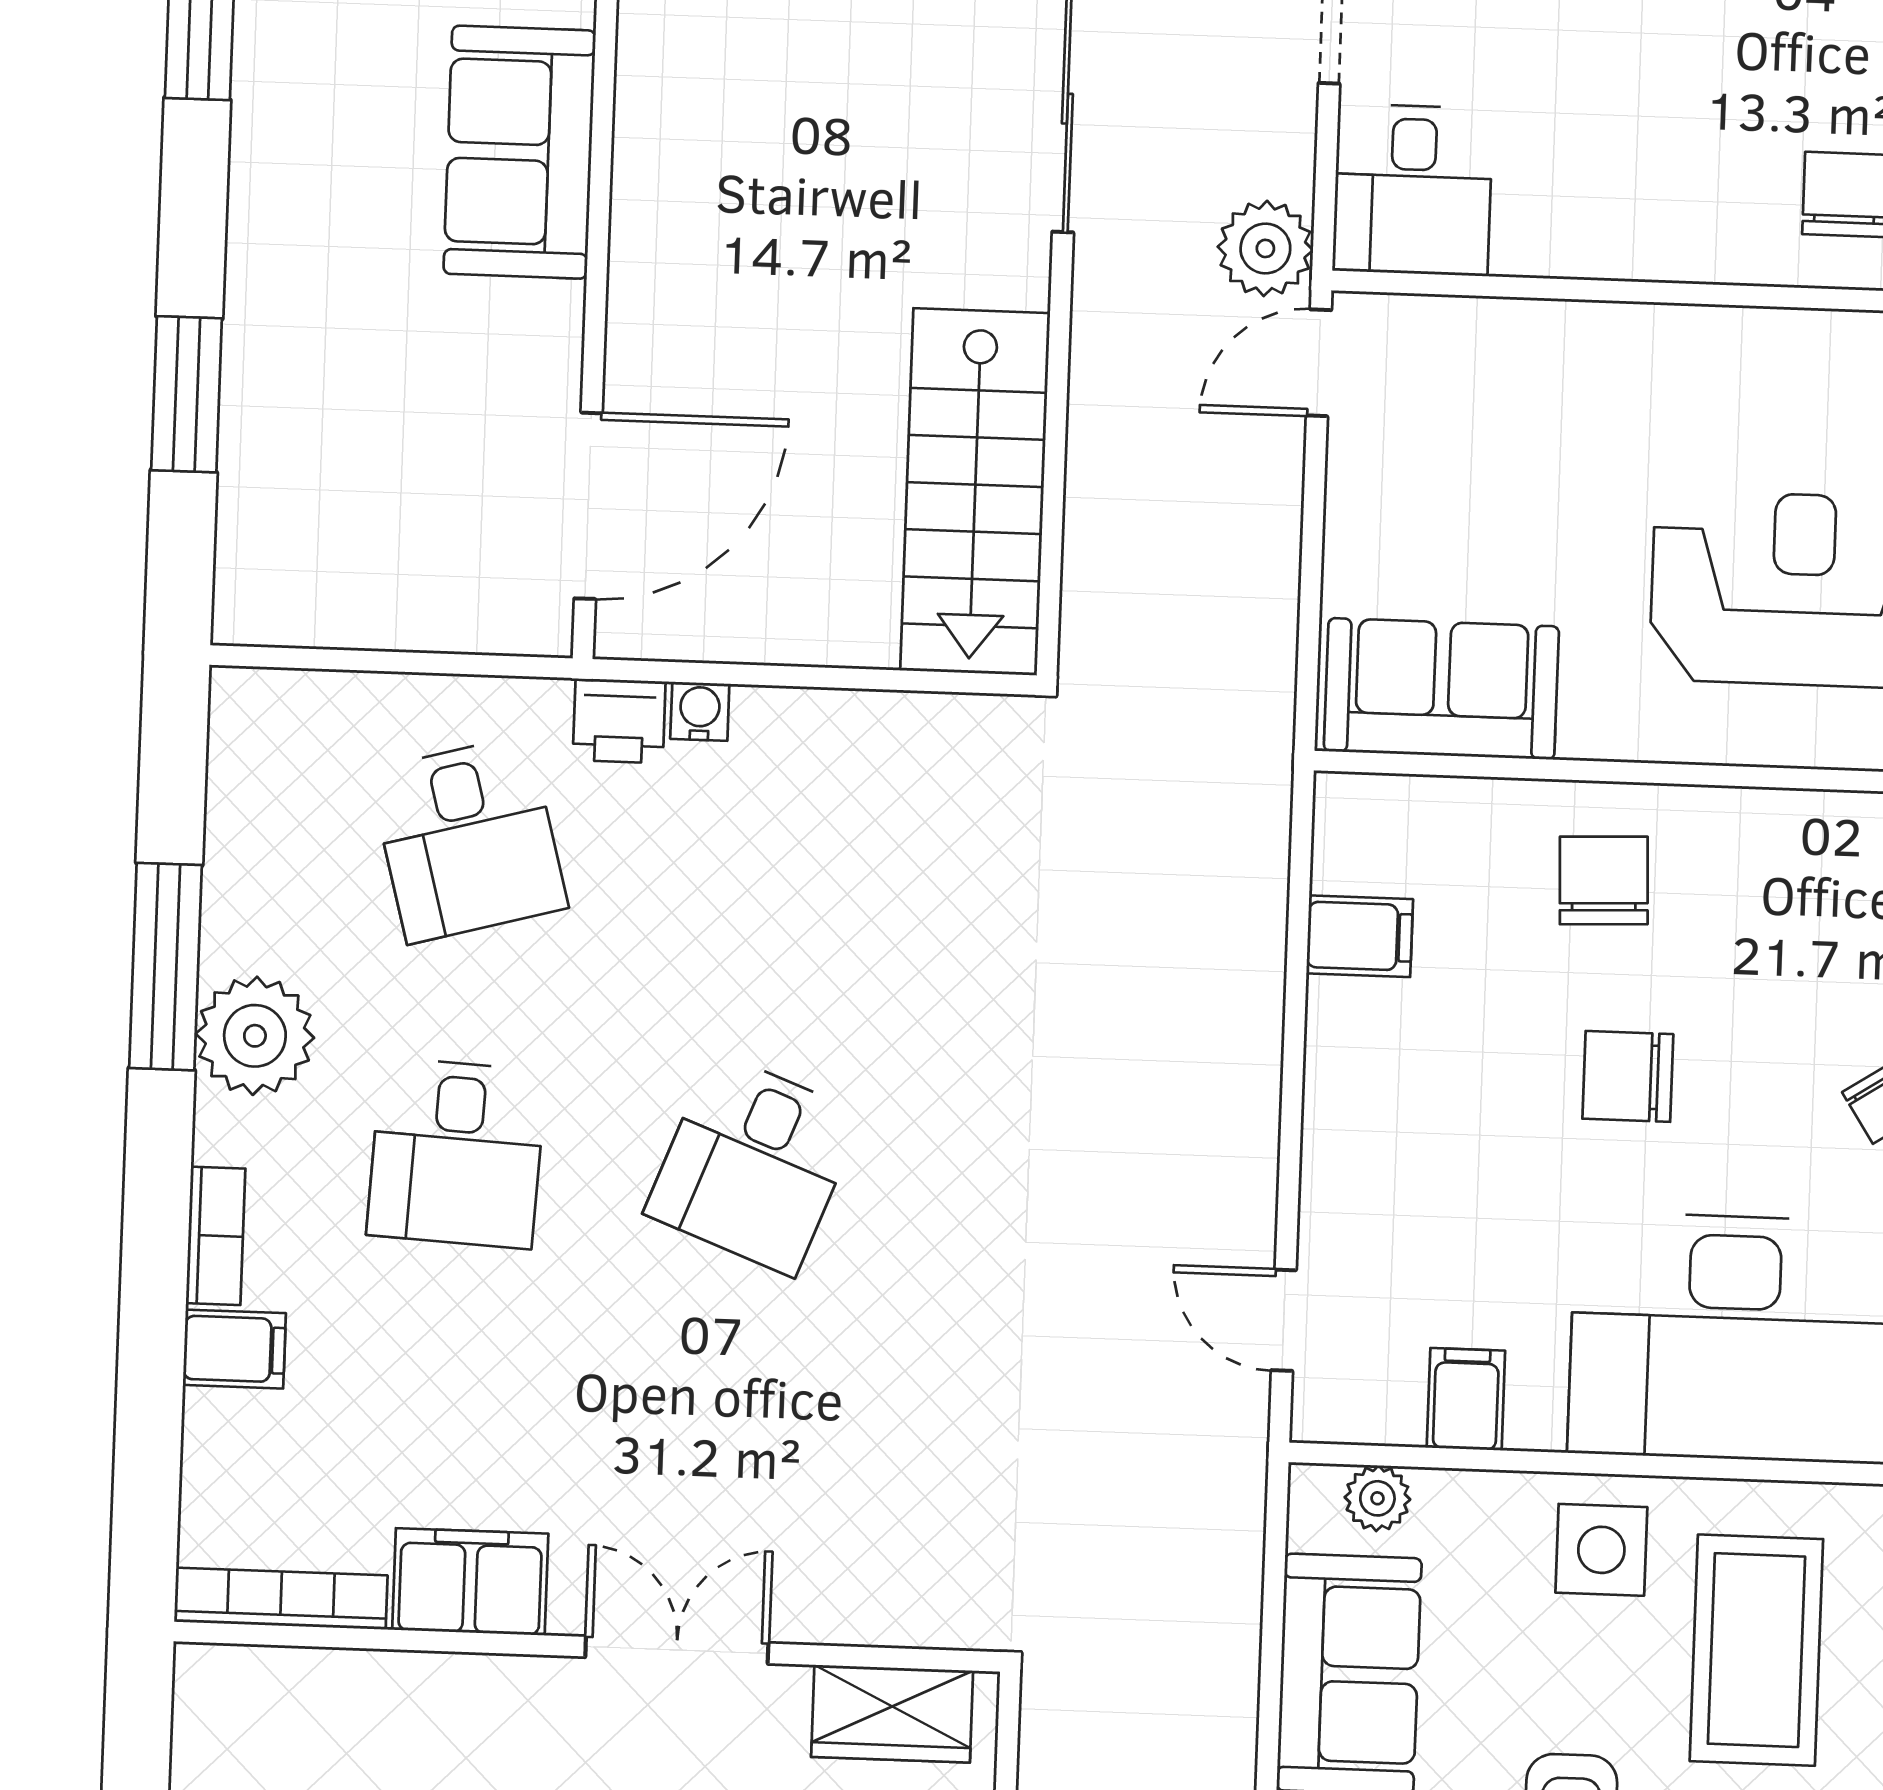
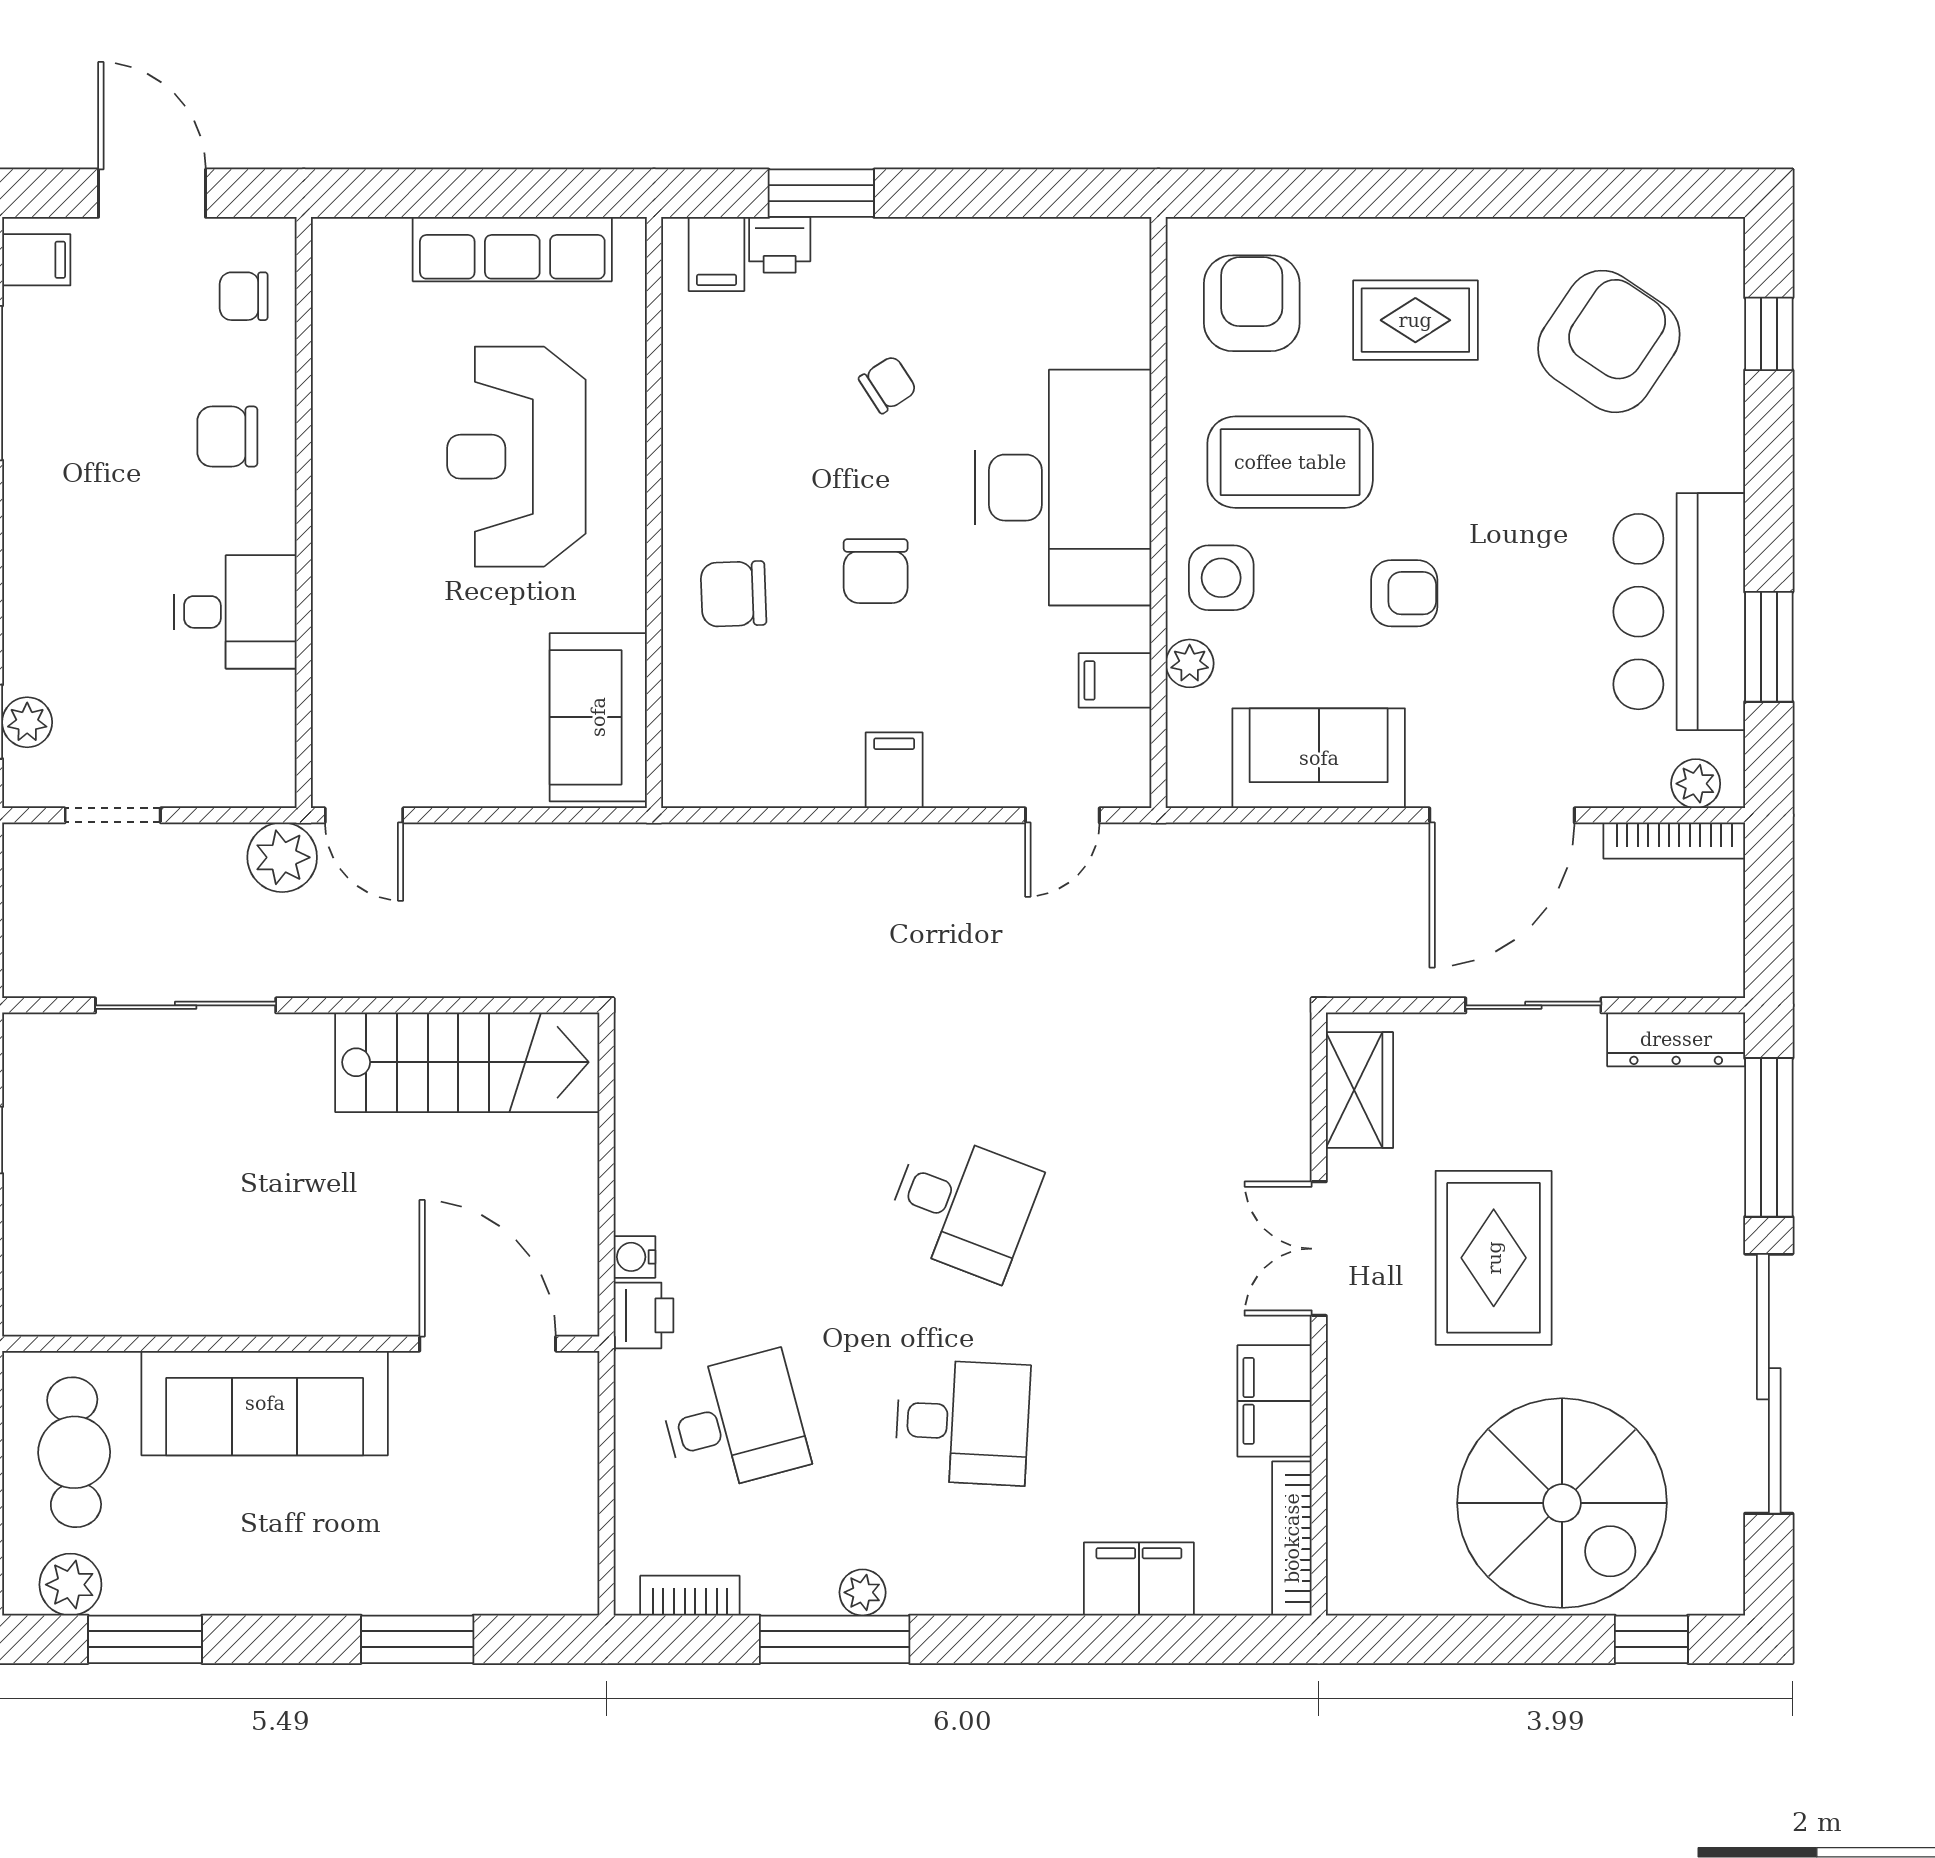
sofa: (520, 152) -> (265, 1403), width x1.36
desk: (1413, 190) -> (235, 612), moved
filing cabinet: (1360, 936) -> (894, 770), moved
plant: (255, 1036) -> (863, 1592), width x0.53, depth x0.53
bookcase: (216, 1236) -> (690, 1596), moved
filing cabinet: (234, 1349) -> (1139, 1579), width x2.00
plant: (1377, 1498) -> (1190, 663), moved

